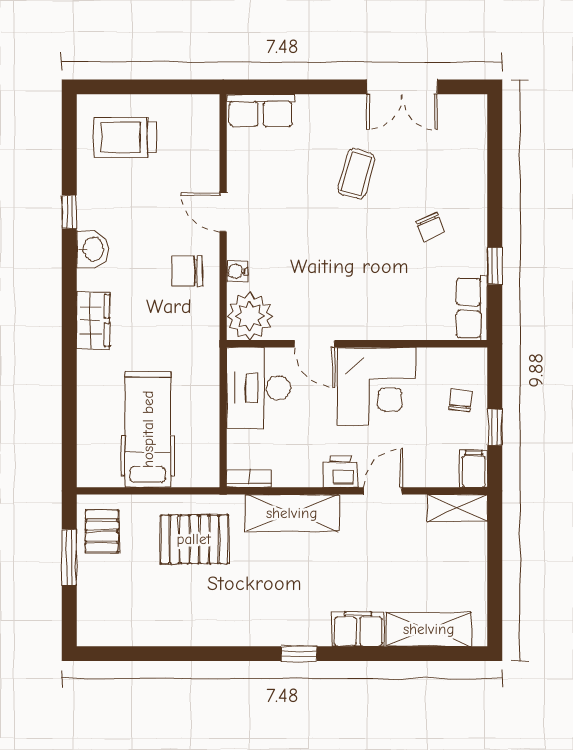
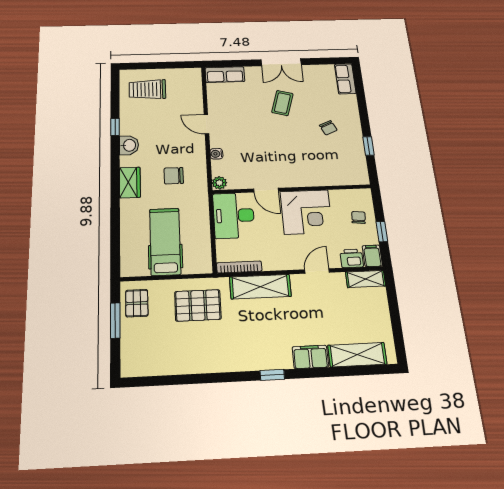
double door: (402, 87) -> (281, 62), moved
chair: (187, 271) -> (174, 176), moved
row of seats: (472, 308) -> (345, 79), moved
plant: (250, 316) -> (219, 183), width x0.53, depth x0.53
printer: (340, 472) -> (352, 258), moved
bookcase: (249, 478) -> (239, 267), width x1.56

